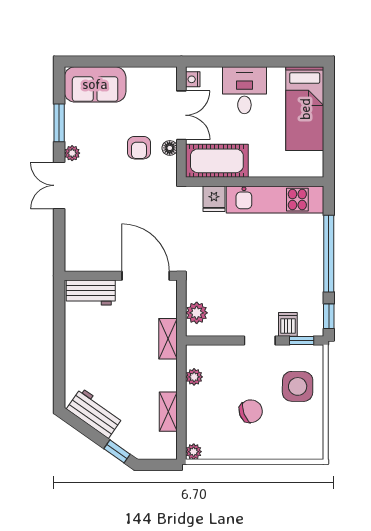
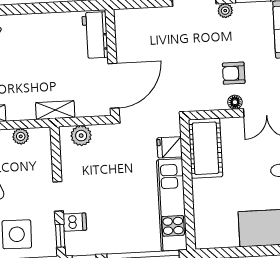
cot: (217, 161) -> (205, 148), moved
wall: (255, 182) -> (188, 185), moved
fridge: (214, 199) -> (170, 147), moved
kitchen unit: (275, 200) -> (172, 205), moved

